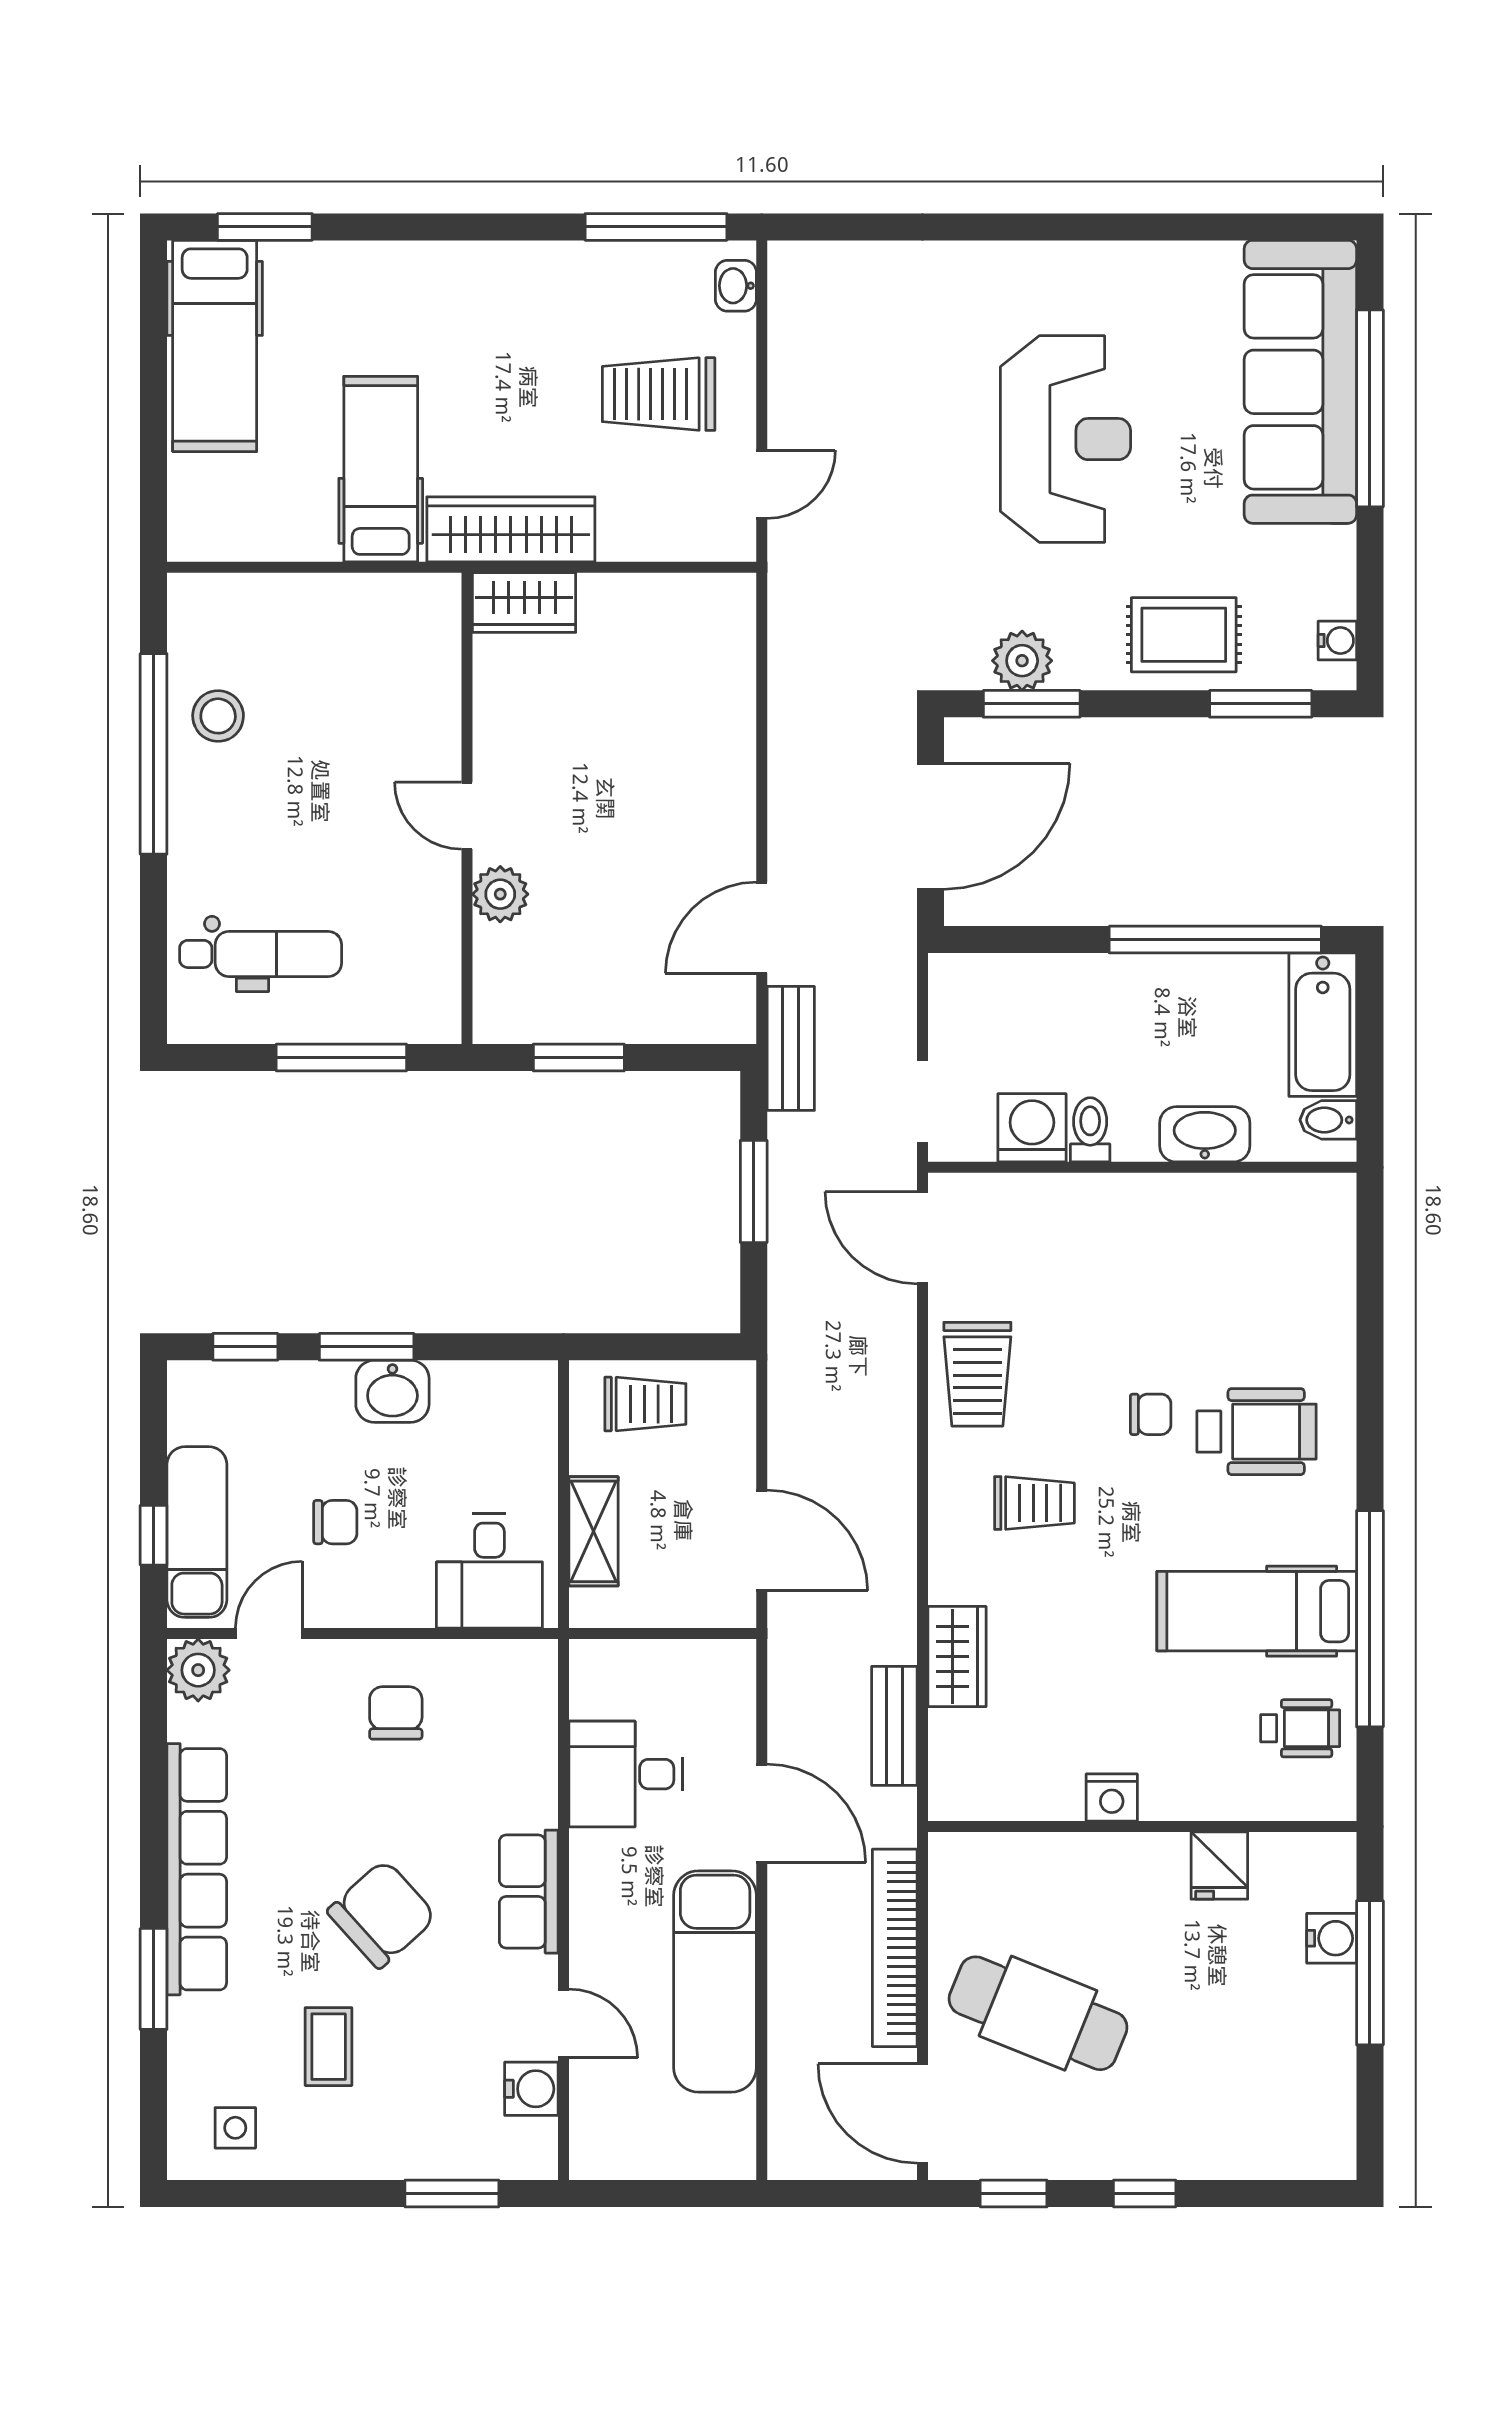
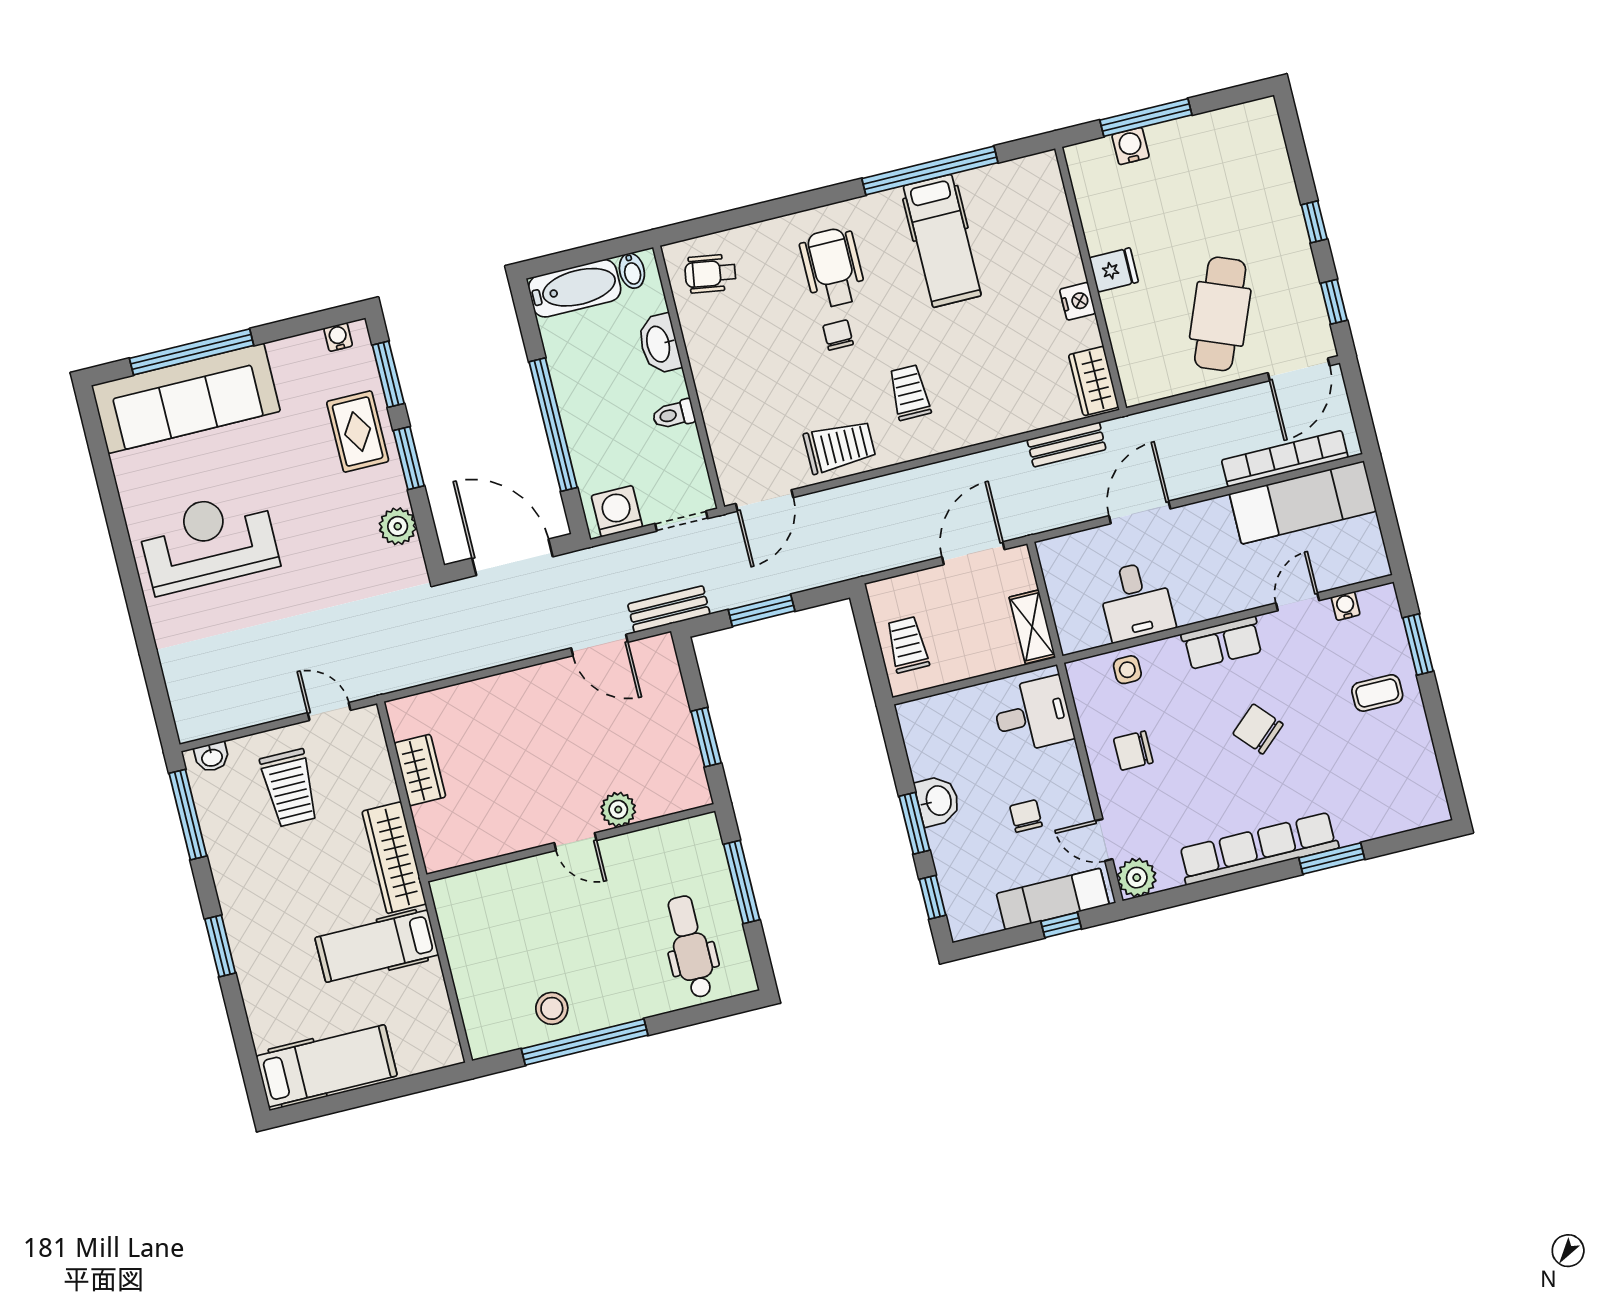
window: (265, 227) -> (220, 946), moved
reception desk: (1065, 439) -> (208, 542), moved
wardrobe: (524, 602) -> (420, 770), moved
window: (1032, 704) -> (409, 458), moved
door: (467, 816) -> (575, 842), hinge flipped
window: (1215, 940) -> (553, 425), moved
washing machine: (1032, 1128) -> (617, 511), moved, turned 90
shelving: (593, 1531) -> (1032, 627), moved, turned 90
wardrobe: (957, 1657) -> (1094, 381), moved, turned -90
wheelchair: (1300, 1728) -> (710, 274), moved, turned -81
fridge: (1219, 1865) -> (1114, 270), moved
chair: (382, 1914) -> (1258, 729), width x0.73, depth x0.73
bookcase: (895, 1948) -> (1285, 459), moved, turned 180
exam couch: (715, 1981) -> (1303, 503), moved
coffee table: (329, 2047) -> (1377, 693), moved
water cooler: (531, 2089) -> (1346, 606), width x0.72, depth x0.72
side table: (235, 2128) -> (1127, 670), moved

